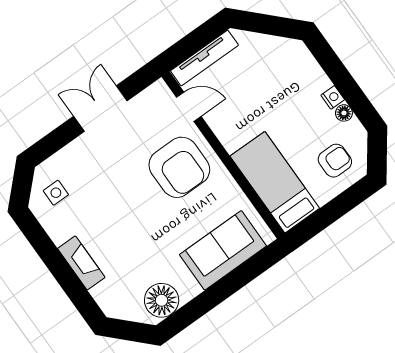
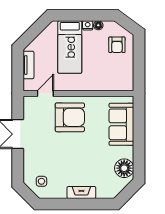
tv unit: (204, 58) -> (28, 65), width x0.71
armchair: (335, 161) -> (117, 45), turned 180
bed: (275, 182) -> (70, 47), moved, turned -90

